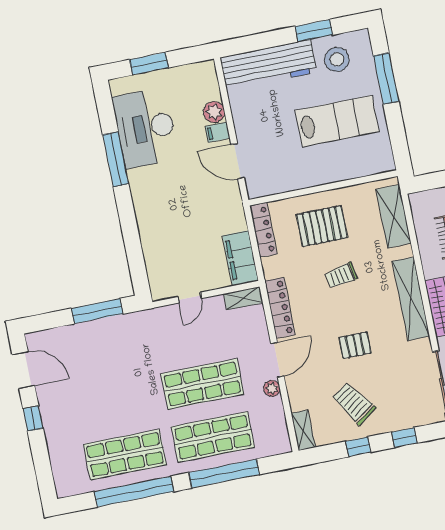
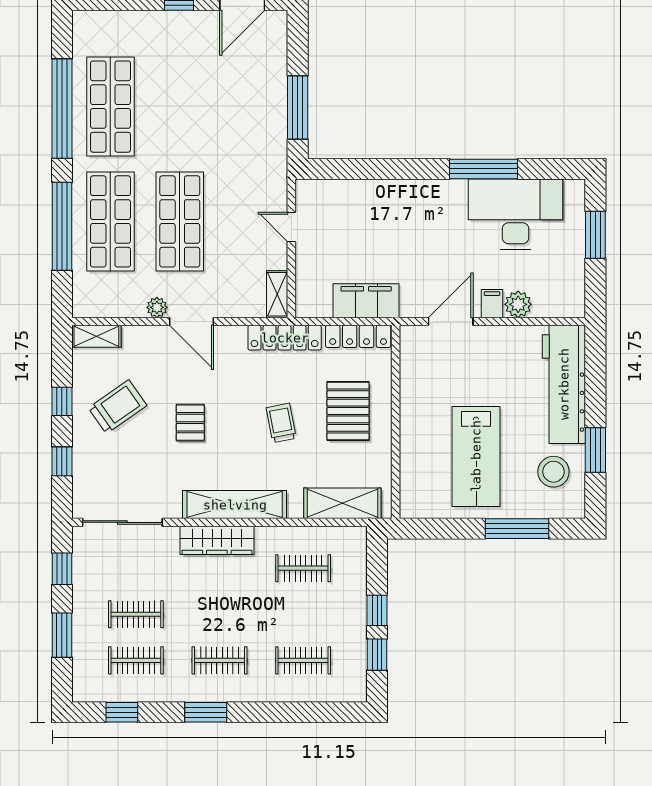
filing cabinet: (240, 258) -> (366, 301), moved
locker: (280, 308) -> (285, 338), moved

